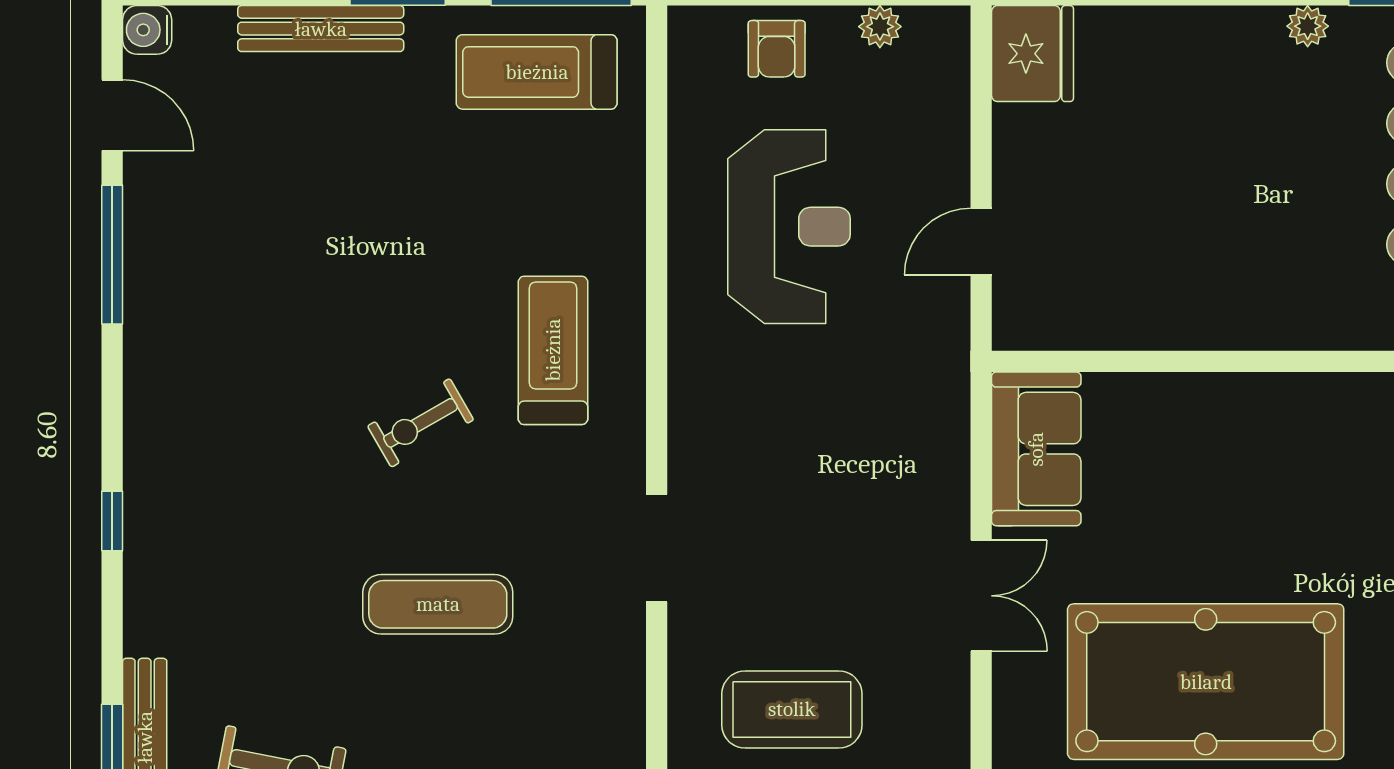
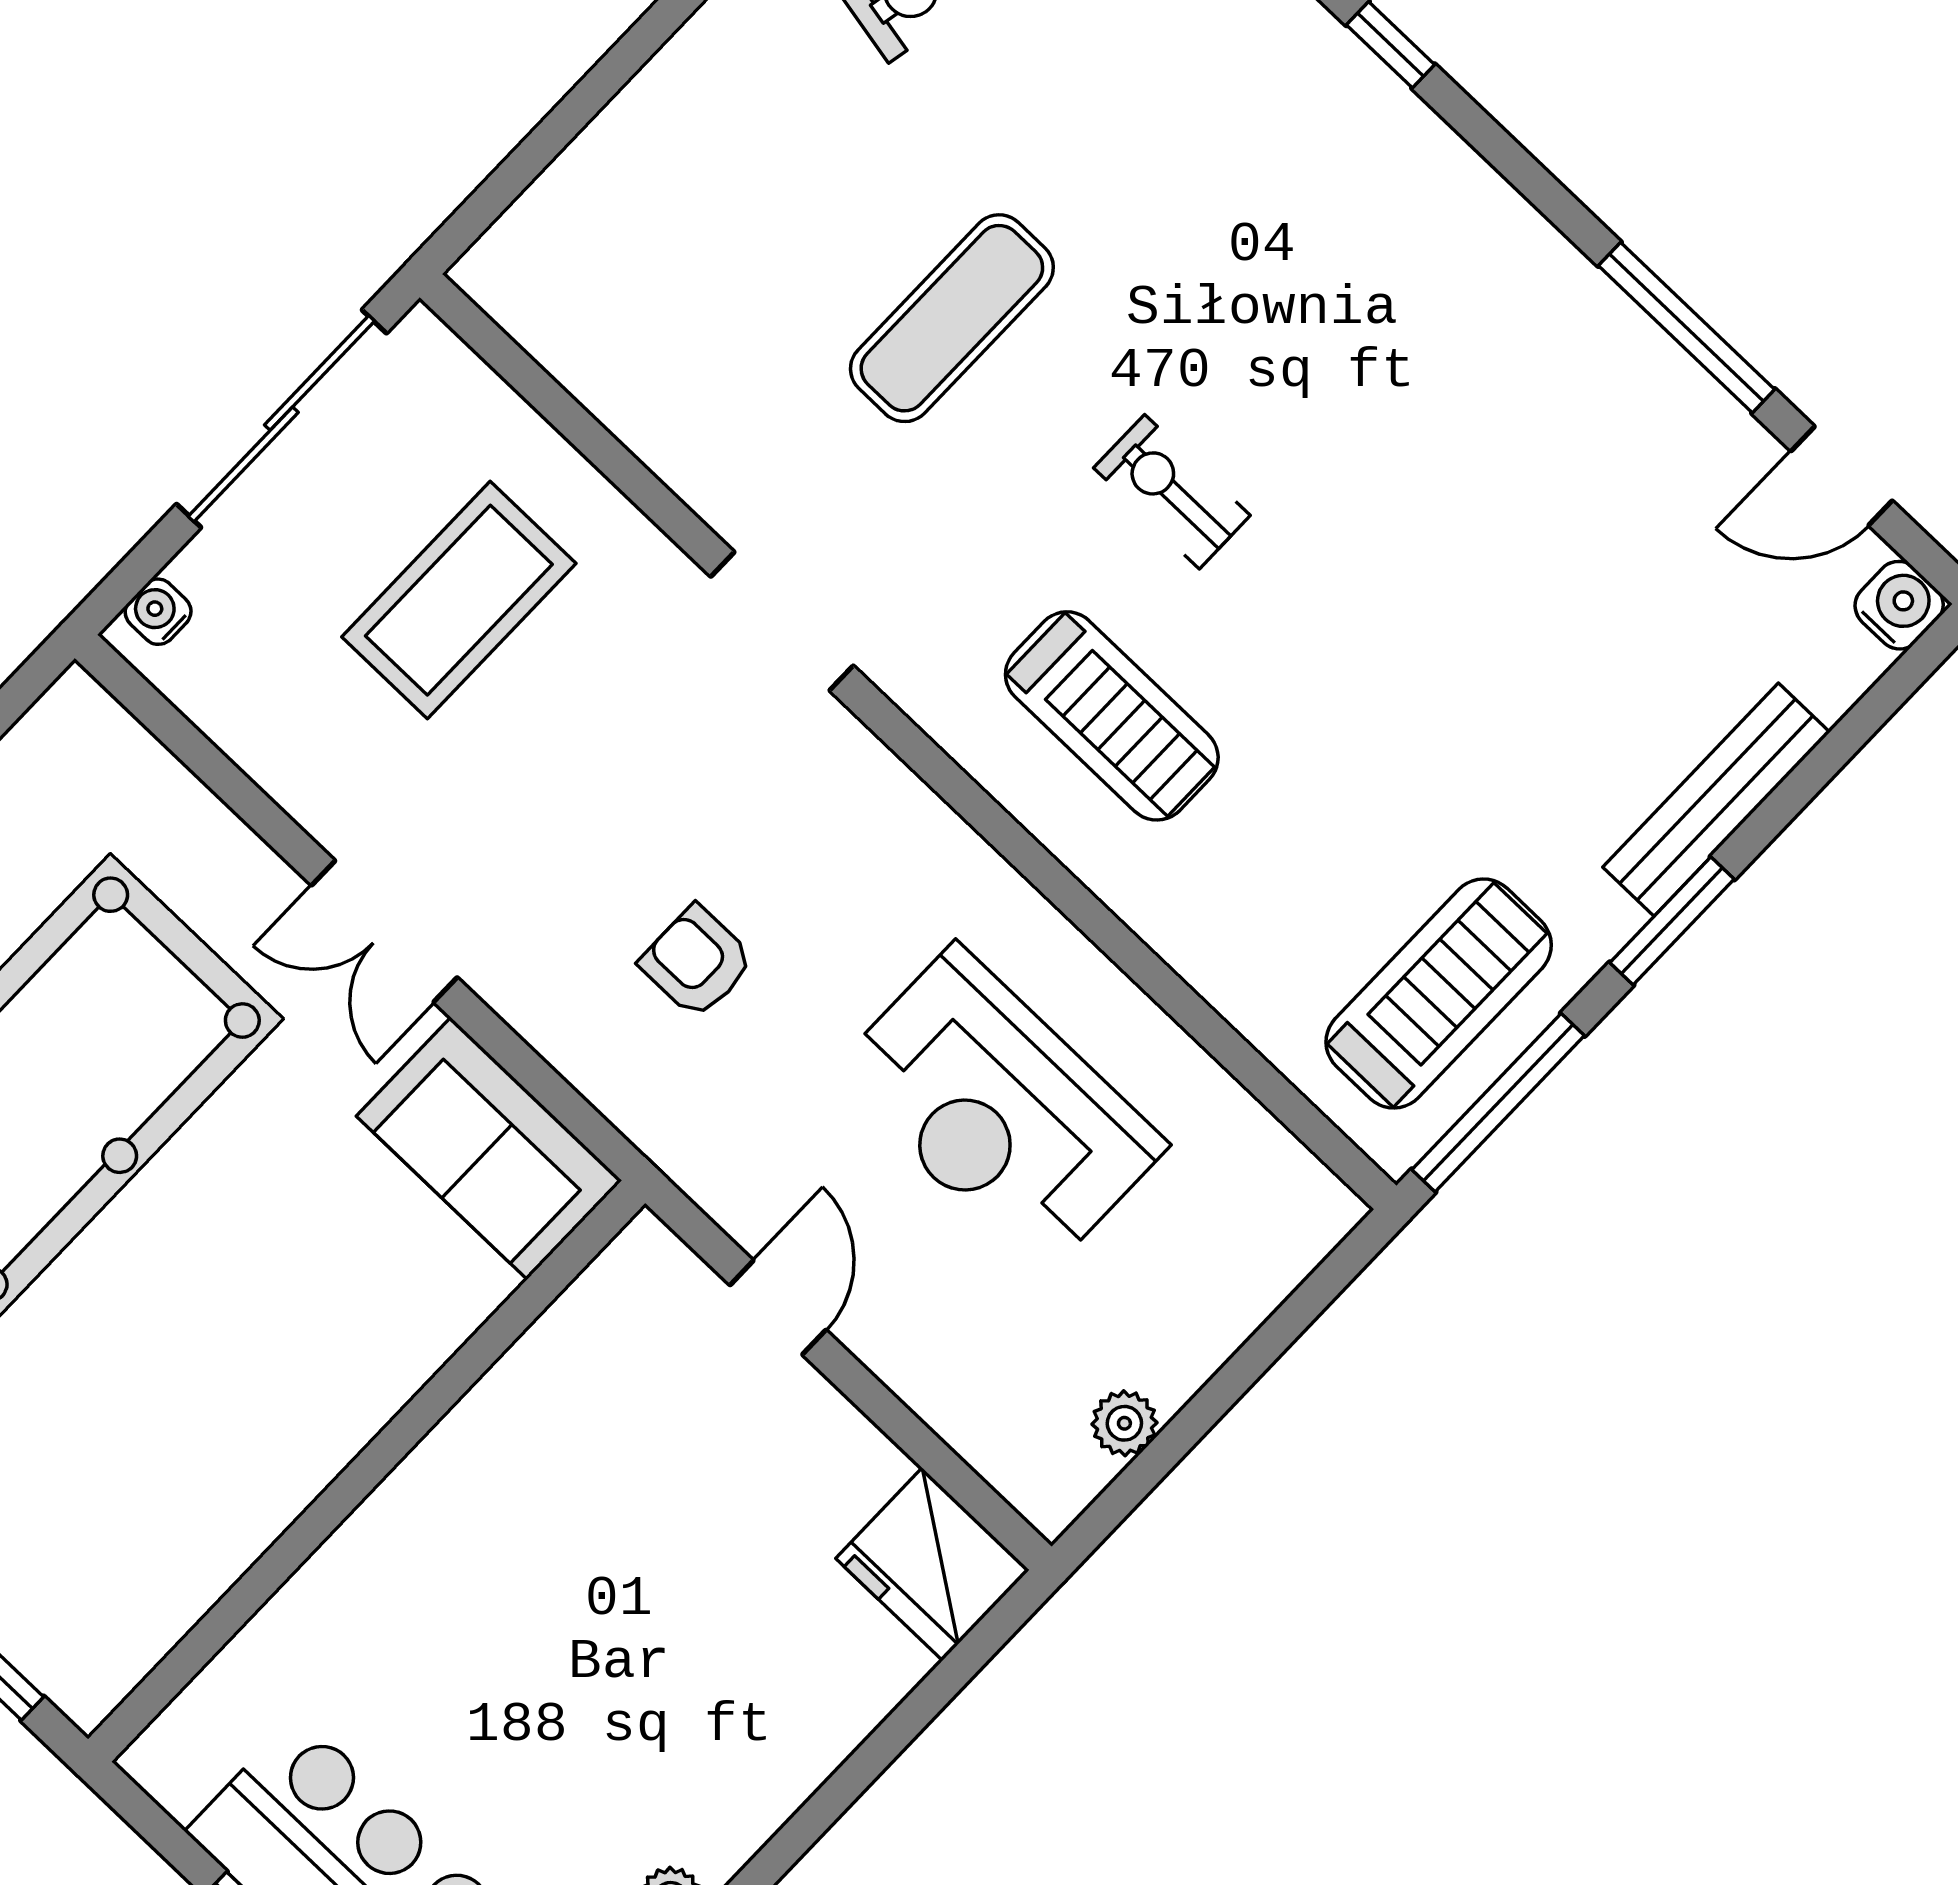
armchair: (777, 49) -> (697, 962), moved
exercise bike: (421, 423) -> (1172, 492), turned -60

